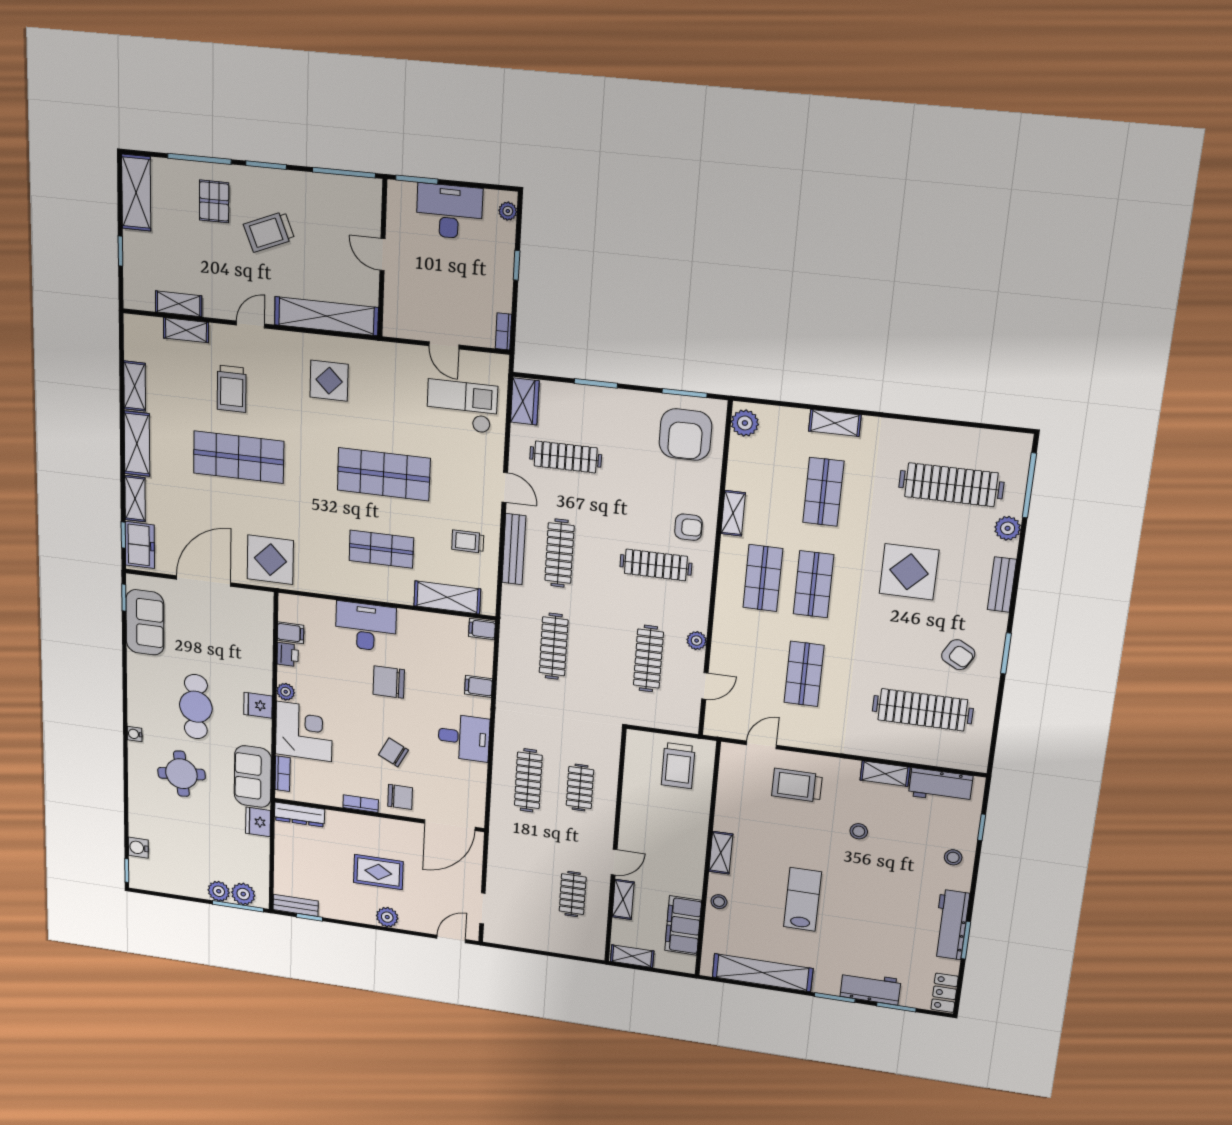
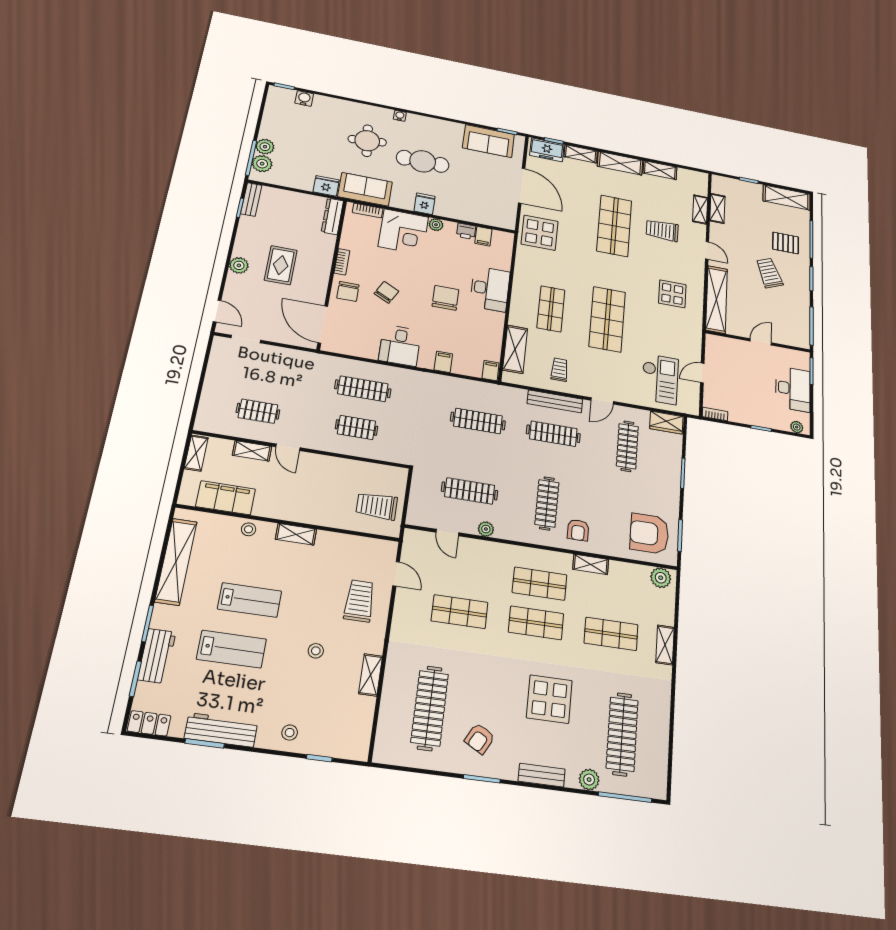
workbench: (941, 786) -> (359, 722), removed
lab bench: (860, 916) -> (232, 649), added

